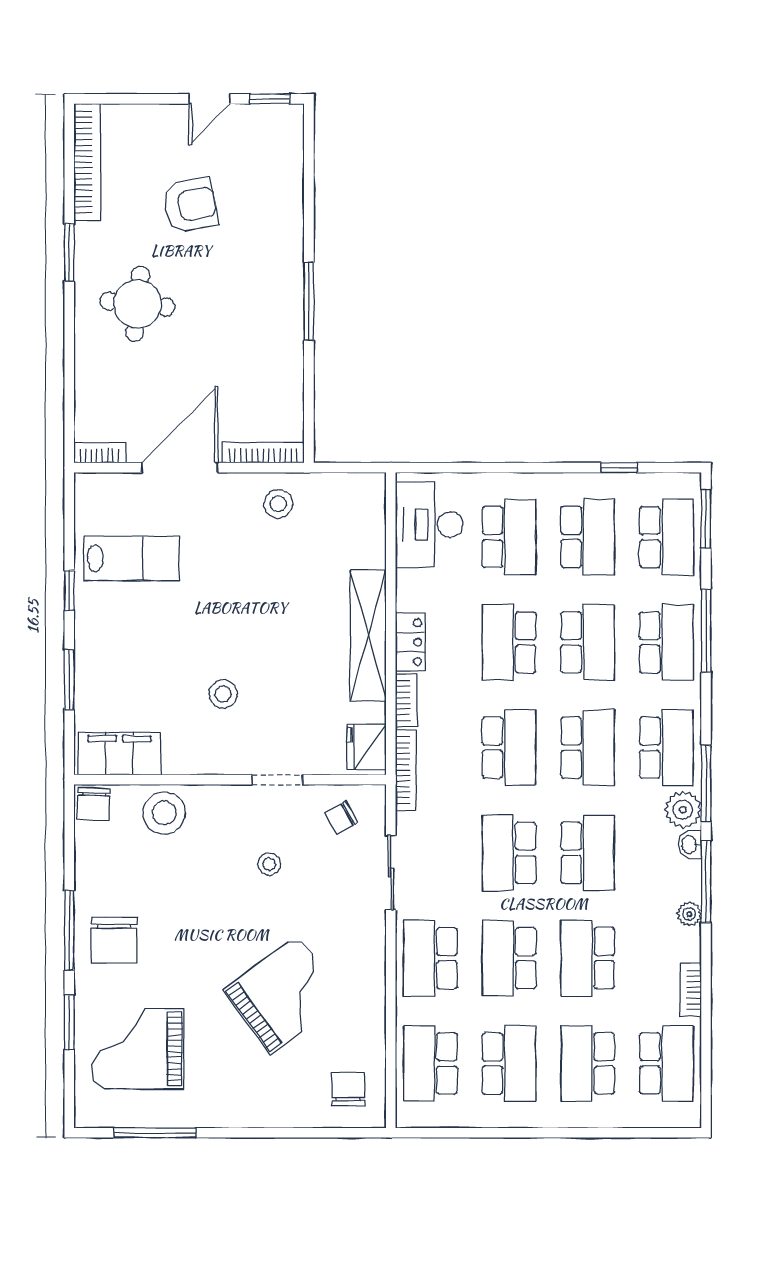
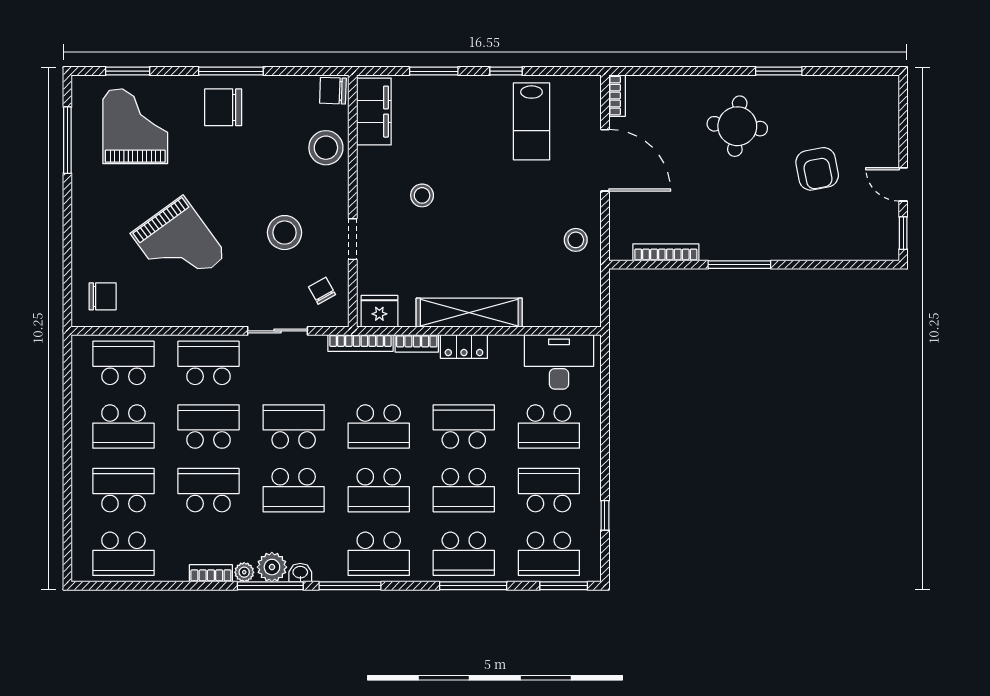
bookcase: (87, 162) -> (852, 86), removed
bookcase: (263, 452) -> (666, 252), moved, turned -90
school desk: (588, 537) -> (549, 490), turned 180
plant: (683, 810) -> (272, 567), moved
stool: (269, 864) -> (285, 233), width x1.89, depth x1.89
bookcase: (691, 990) -> (211, 573), moved
window: (69, 1022) -> (128, 71), moved

